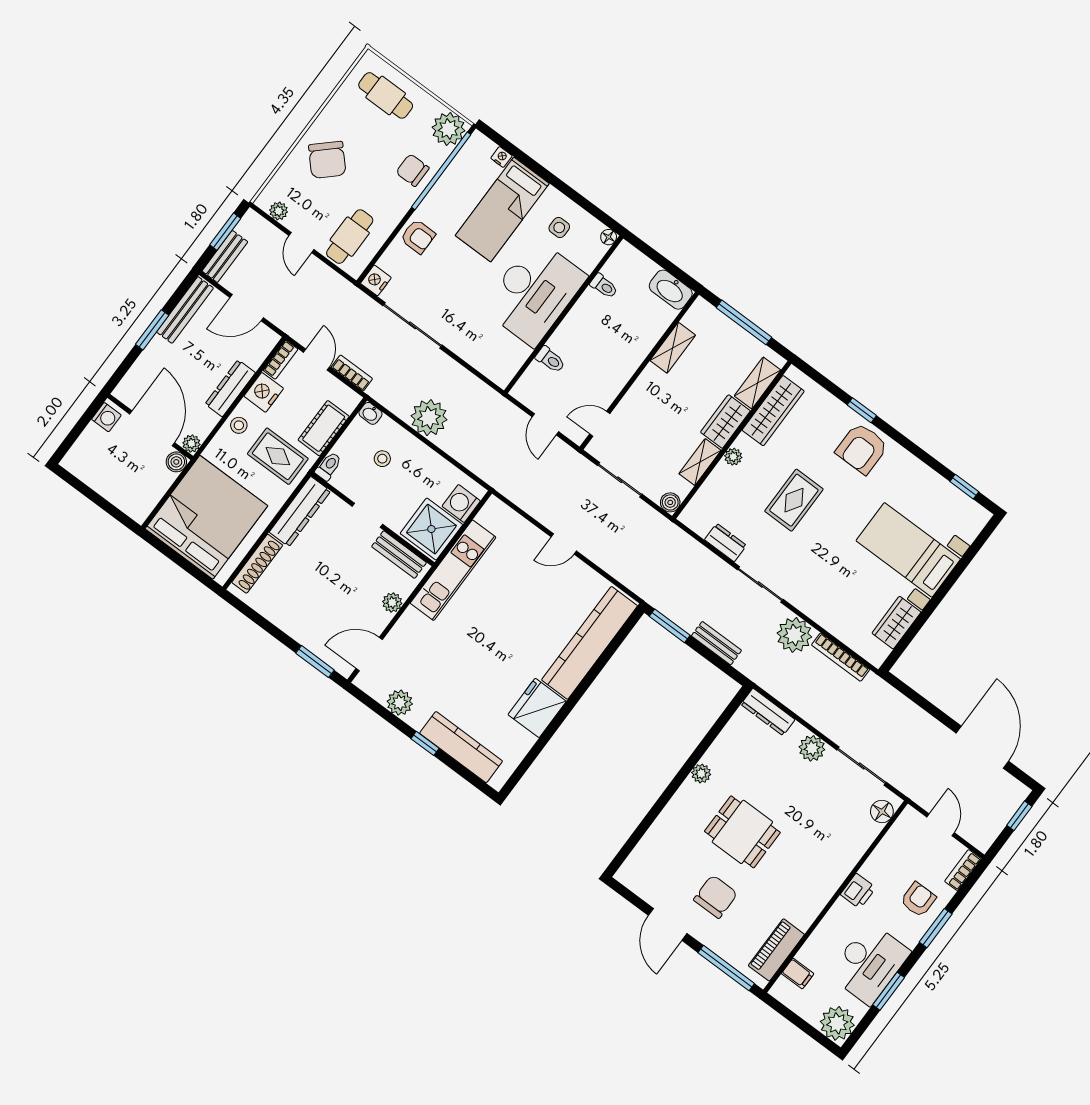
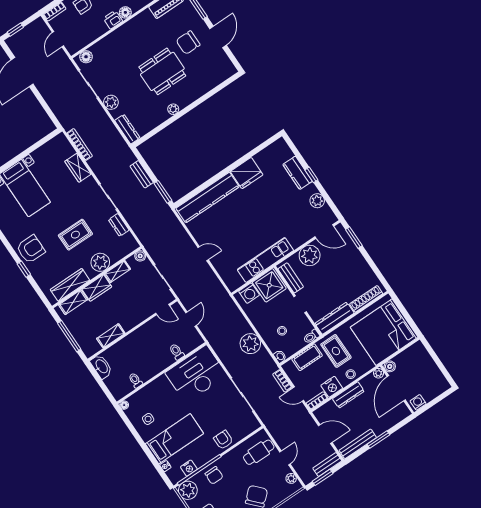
nightstand: (376, 280) -> (189, 468), moved
desk: (534, 292) -> (196, 374), moved
door: (316, 360) -> (298, 394), hinge flipped
plant: (733, 457) -> (100, 262), width x1.87, depth x1.87
plant: (392, 603) -> (310, 255), width x1.88, depth x1.88
wardrobe: (896, 623) -> (78, 168), moved, turned 90
plant: (794, 635) -> (100, 164), removed
kitchen counter: (461, 747) -> (298, 173), width x0.67
dining table: (742, 832) -> (162, 71), width x1.38
floor lamp: (841, 911) -> (125, 12), added

